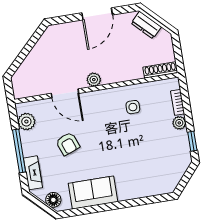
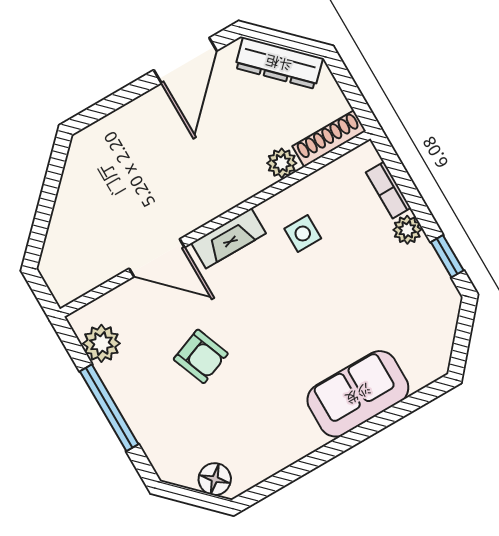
door: (97, 14) -> (185, 60), moved
dresser: (146, 25) -> (279, 63), width x1.44
plant: (94, 80) -> (282, 163), moved
fireplace: (33, 173) -> (229, 238), moved, turned 90
sofa: (93, 193) -> (358, 394), moved

